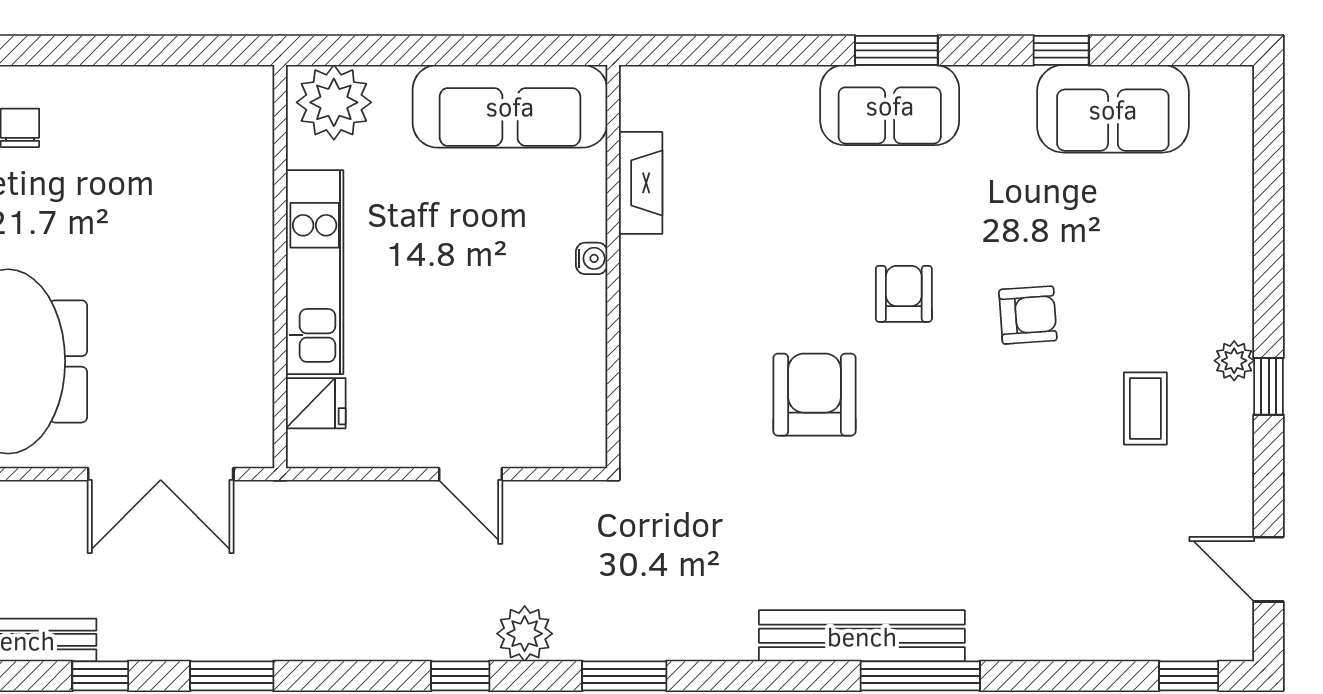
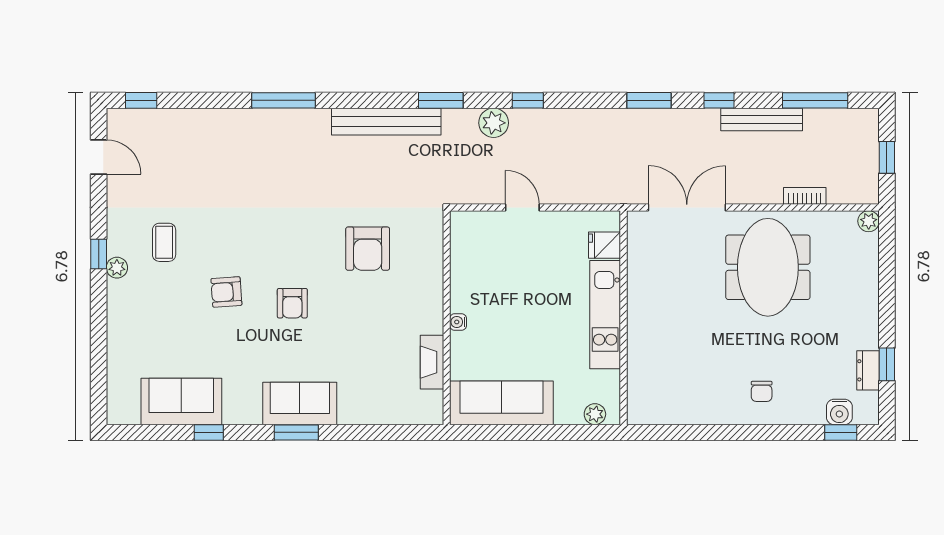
plant: (334, 102) -> (595, 414), width x0.53, depth x0.53
armchair: (814, 395) -> (368, 249), moved
bench: (862, 636) -> (386, 122), moved

